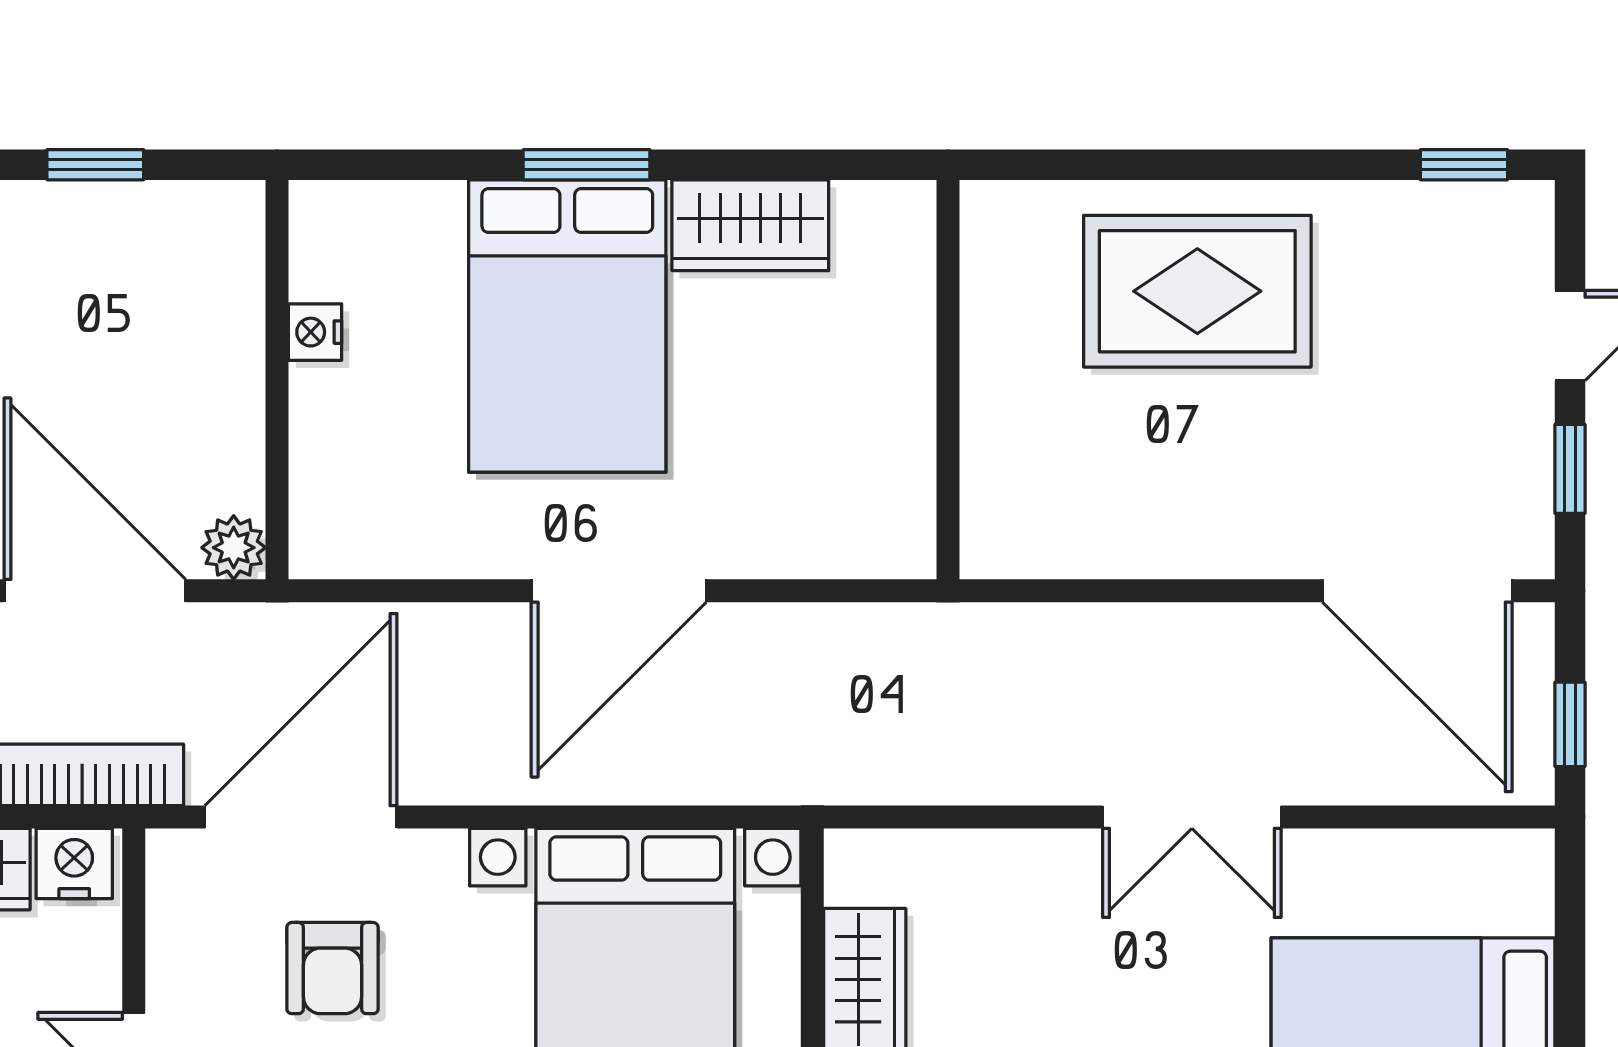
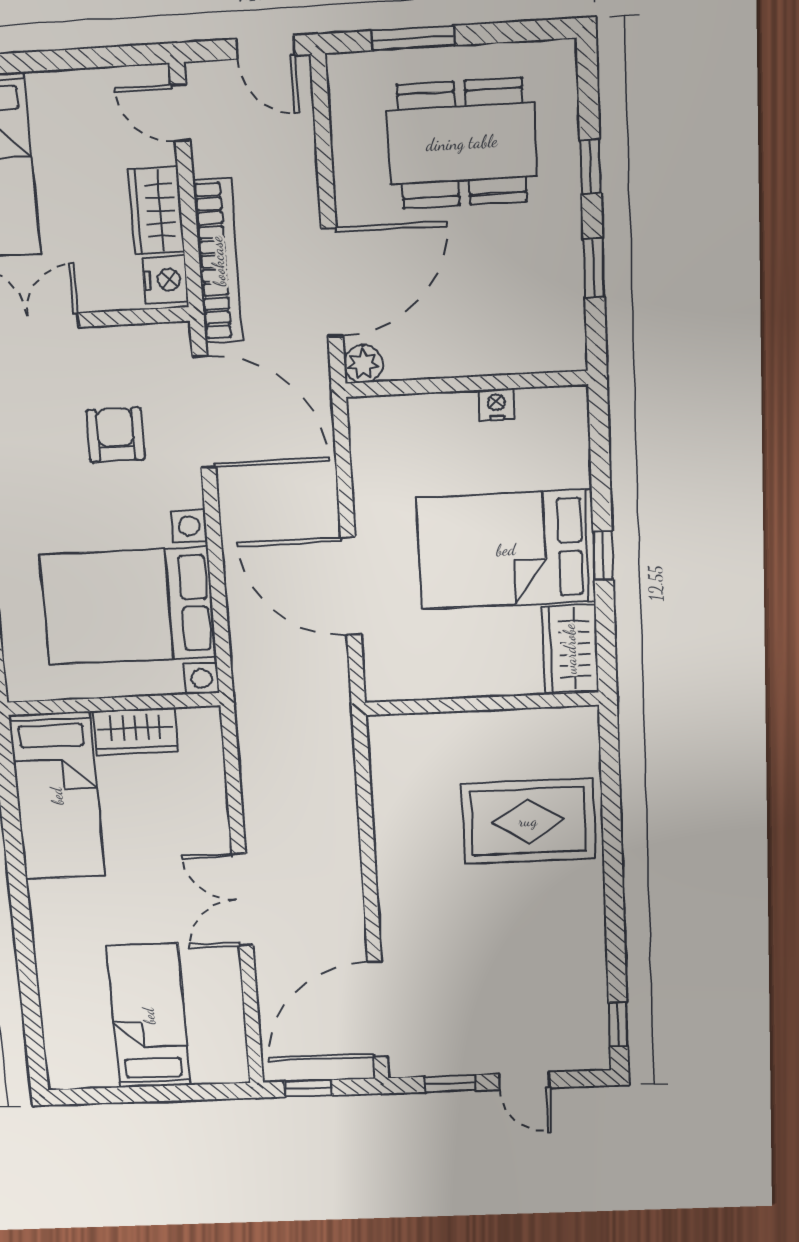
window: (587, 165) -> (603, 556), width x0.67
rug: (1197, 291) -> (528, 821), moved, turned 90
wall: (948, 380) -> (482, 704), moved
armchair: (332, 968) -> (116, 435), turned 90

